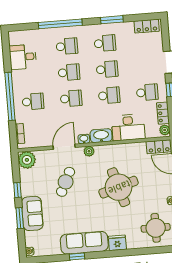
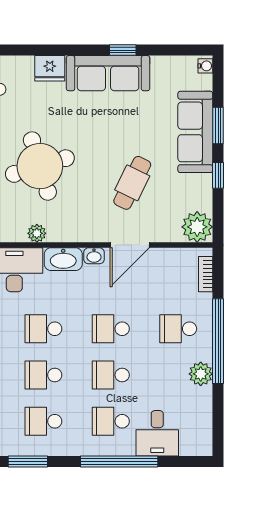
desk: (23, 57) -> (157, 433), moved, turned 90
plant: (18, 77) -> (201, 374), added
plant: (89, 151) -> (37, 233), moved
sofa: (32, 213) -> (195, 132), width x1.36

